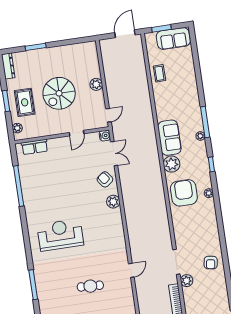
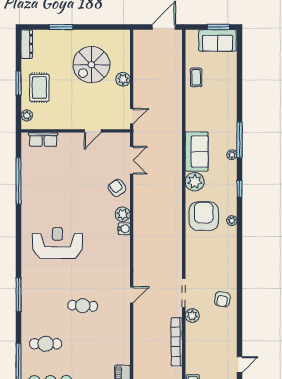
window: (161, 28) -> (218, 27), moved
spiral stairs: (59, 93) -> (91, 65), moved
water cooler: (105, 136) -> (124, 229), moved

